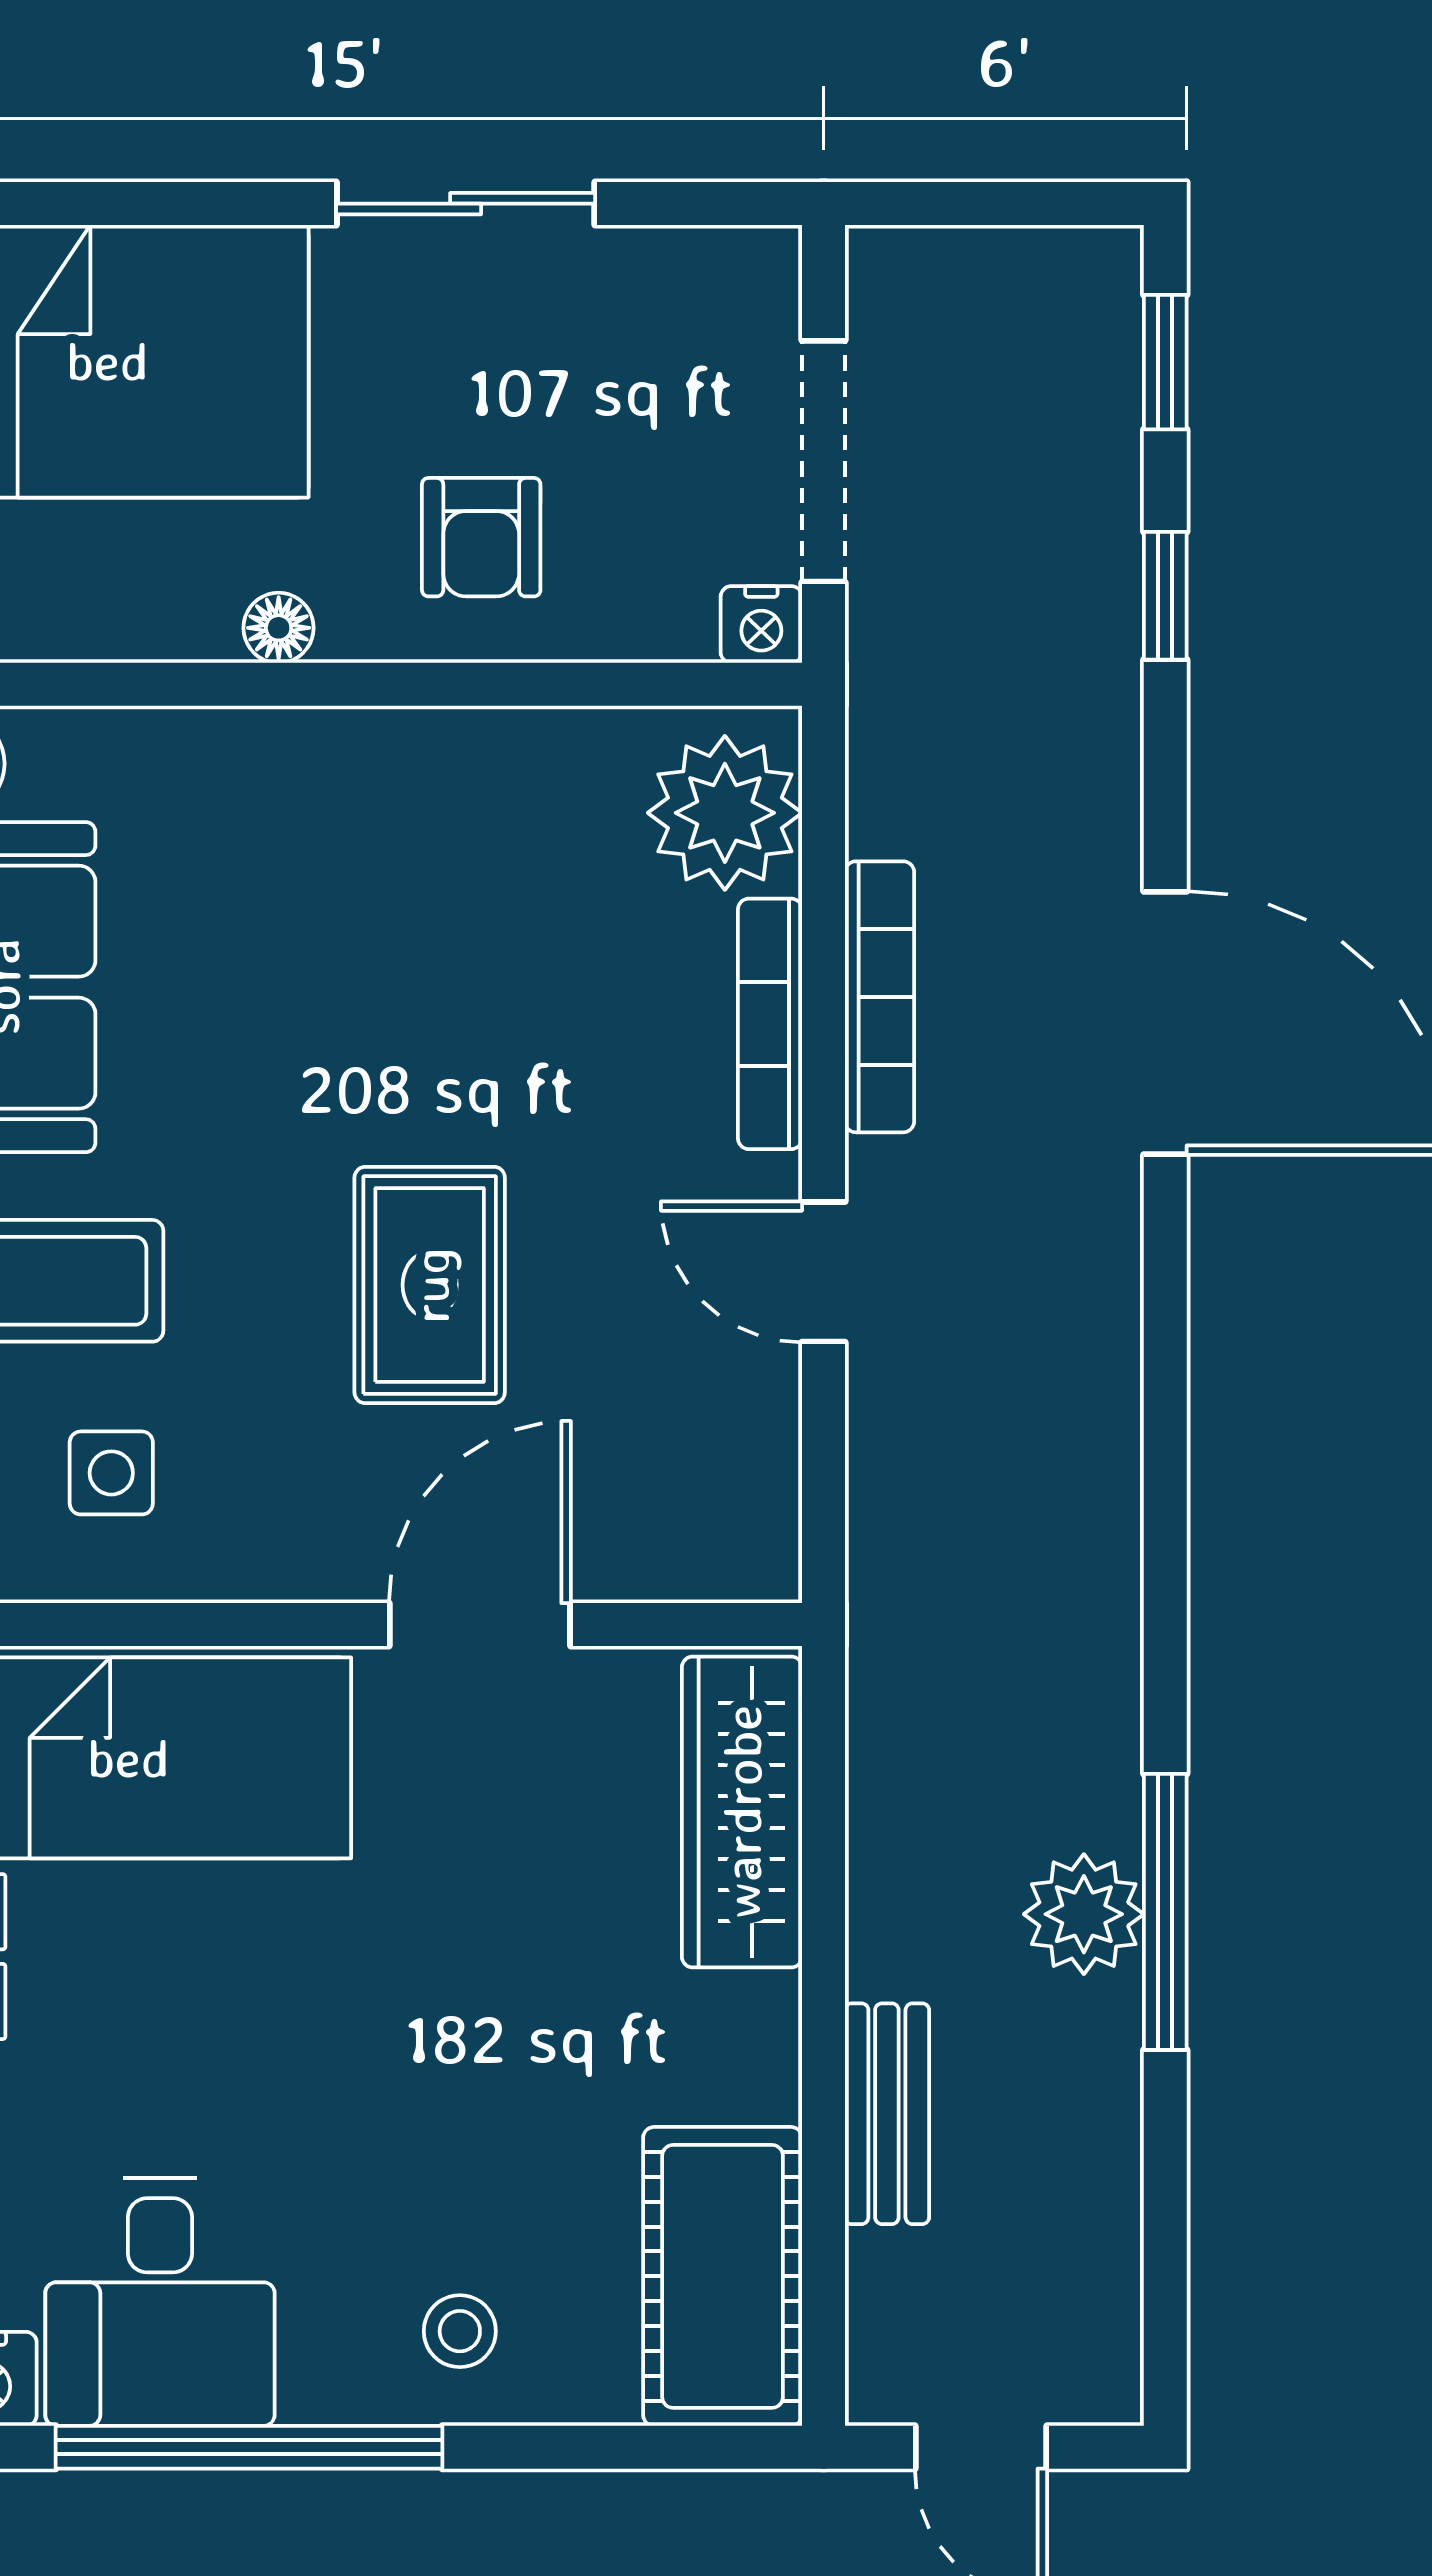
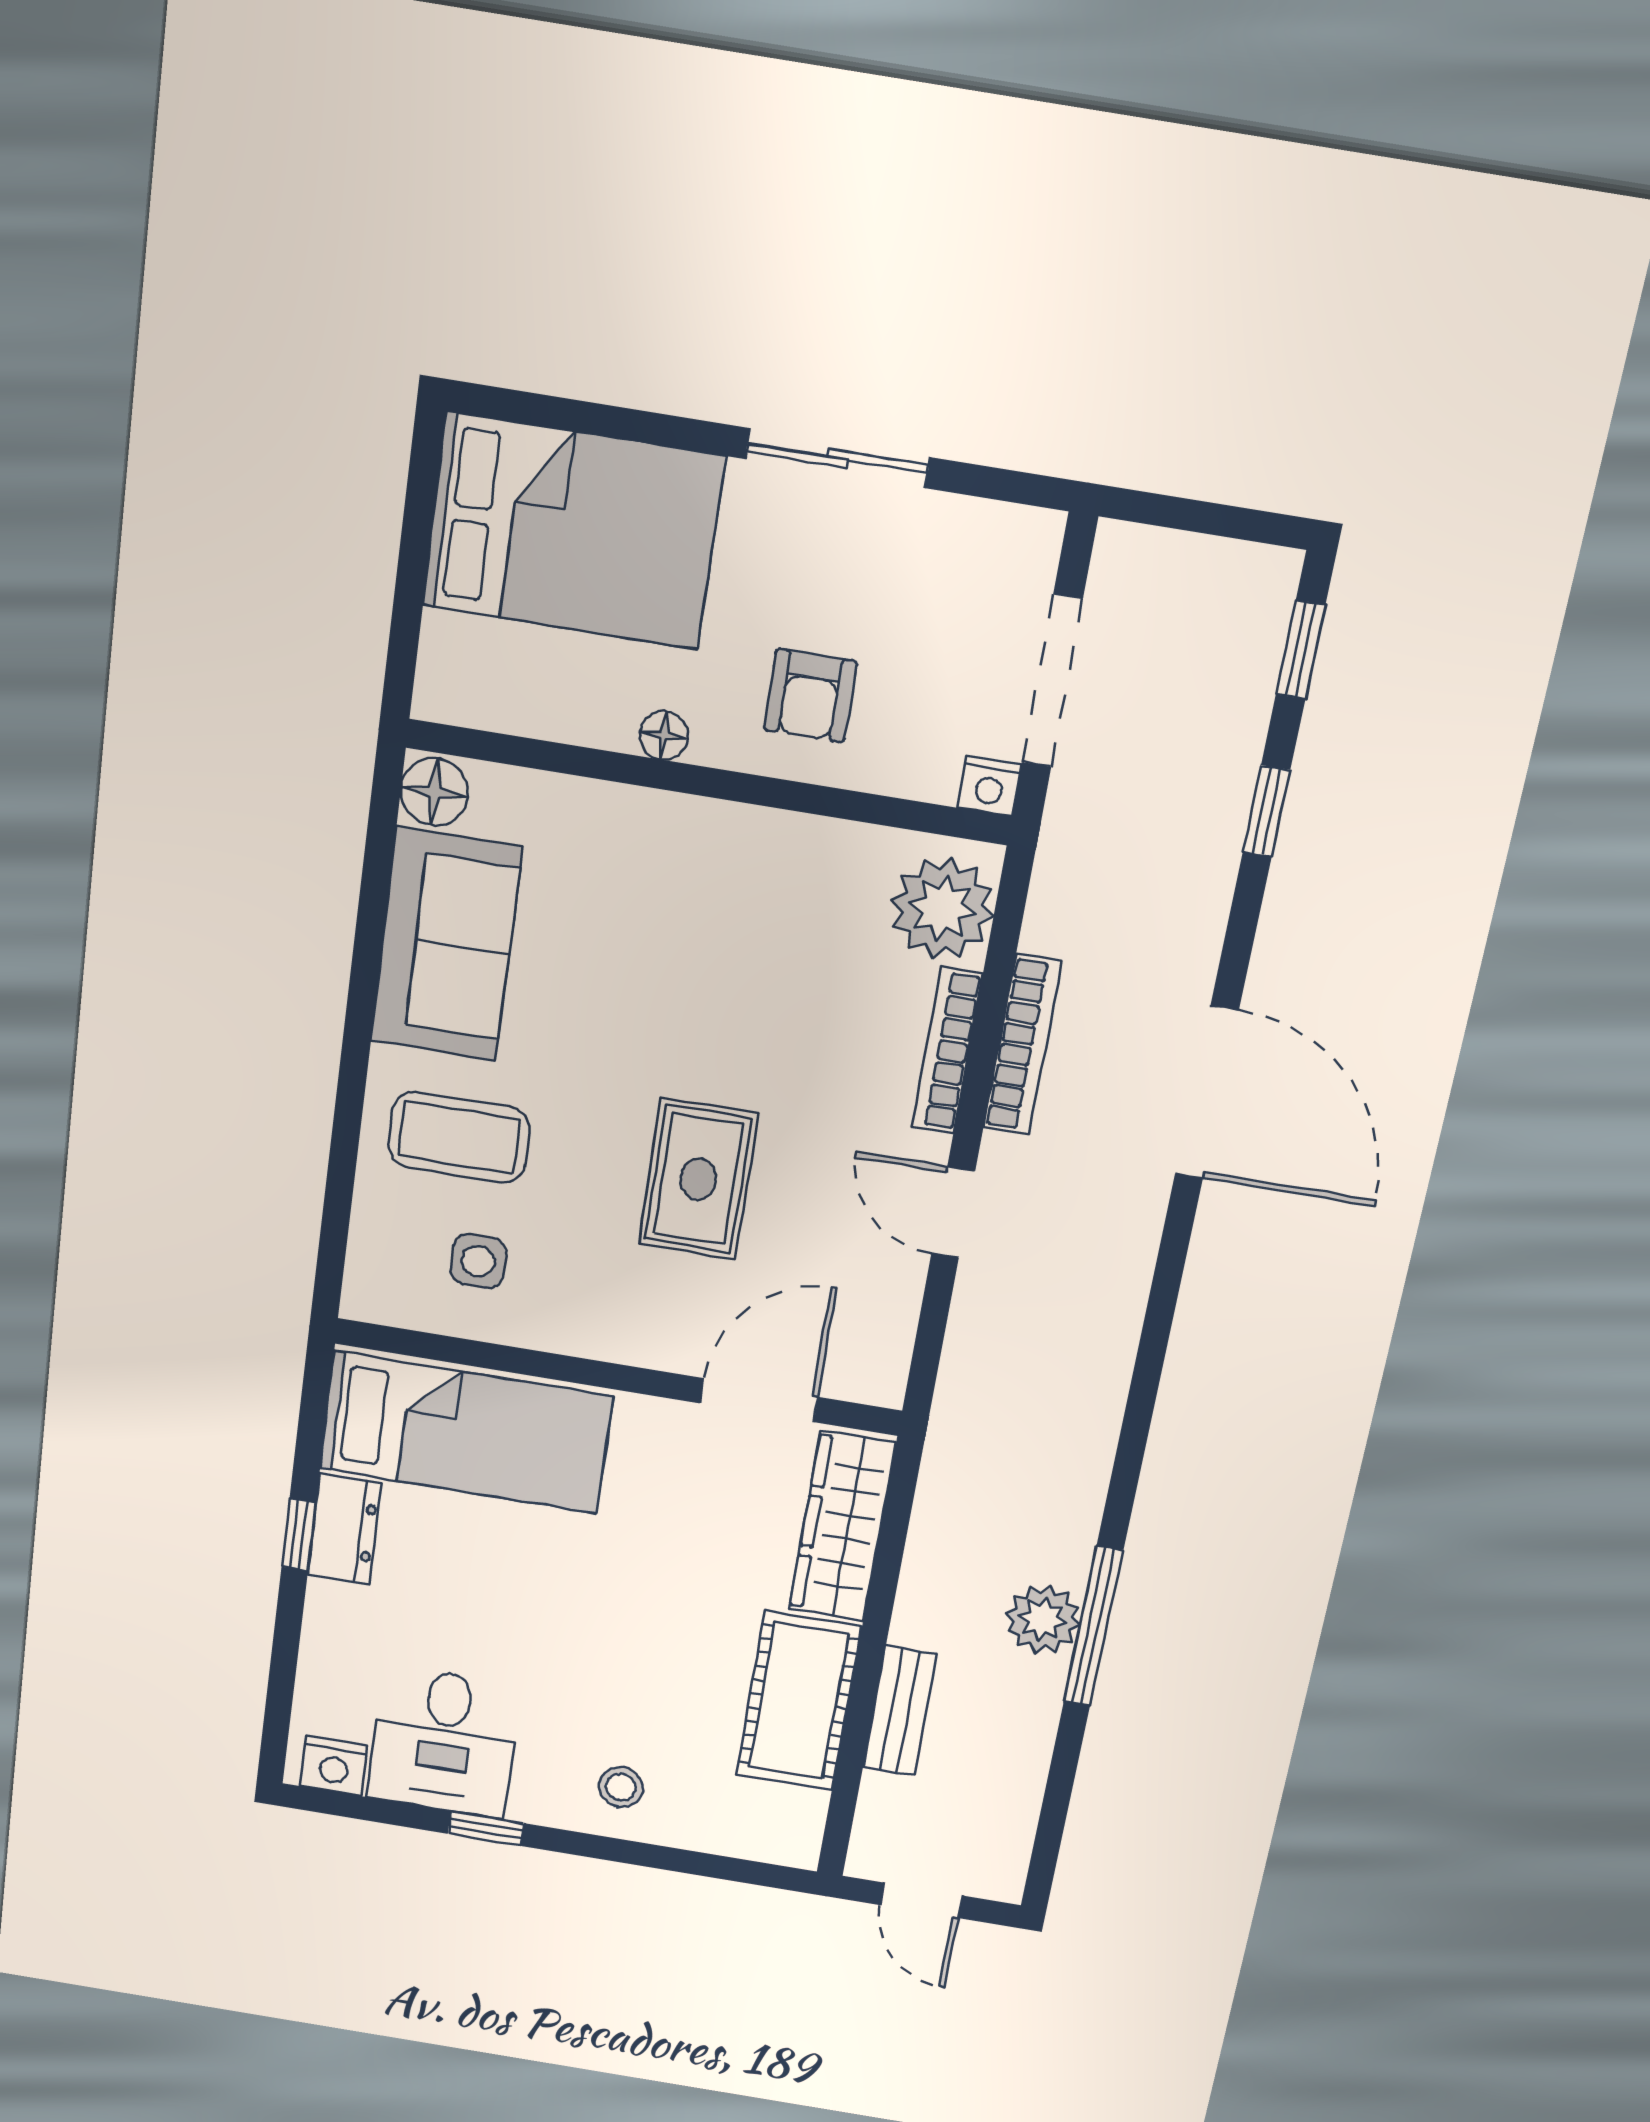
door: (480, 1625) -> (759, 1400), moved
cot: (723, 2276) -> (799, 1701), moved
window: (249, 2447) -> (486, 1828), width x0.32

